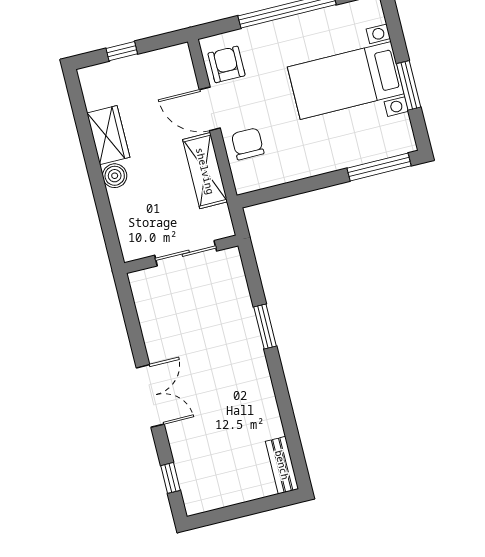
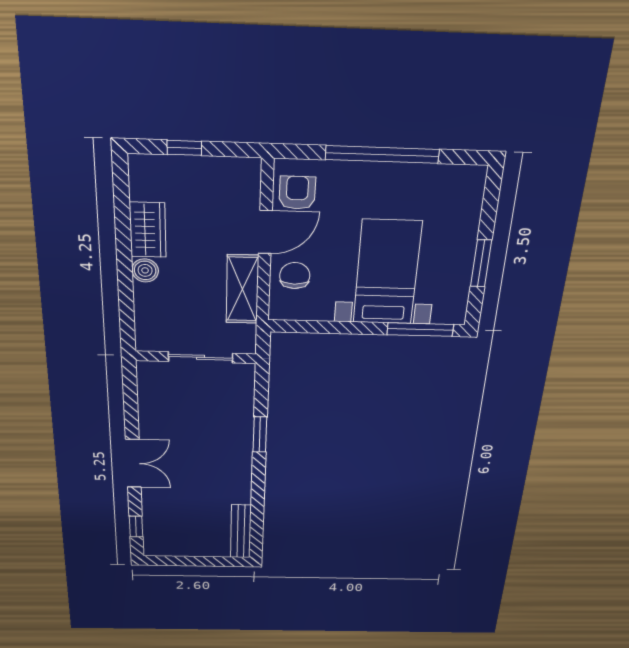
bed with nightstands: (346, 80) -> (387, 273), moved, turned 90
door: (210, 109) -> (265, 232), swing flipped
bench: (282, 465) -> (241, 531), width x1.36

